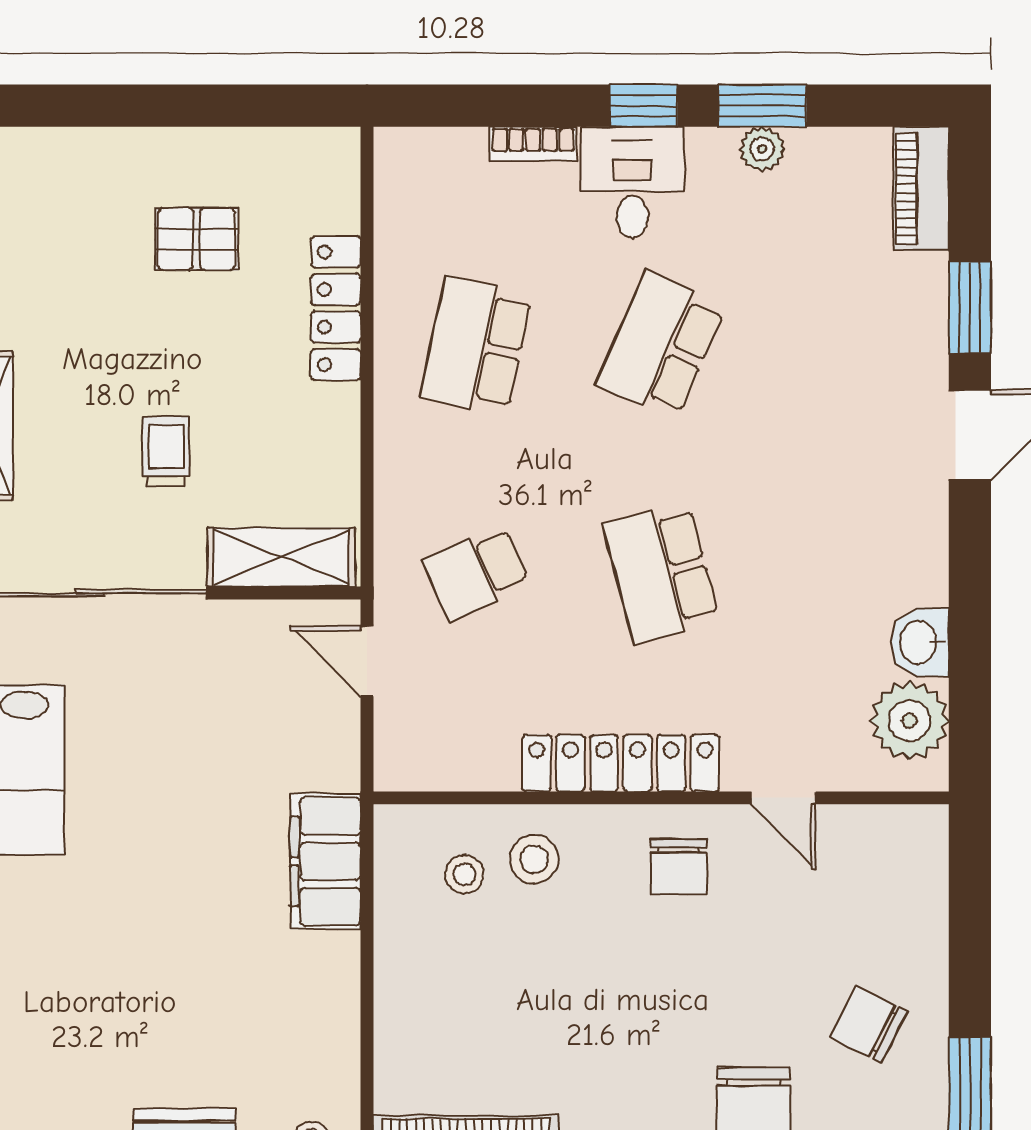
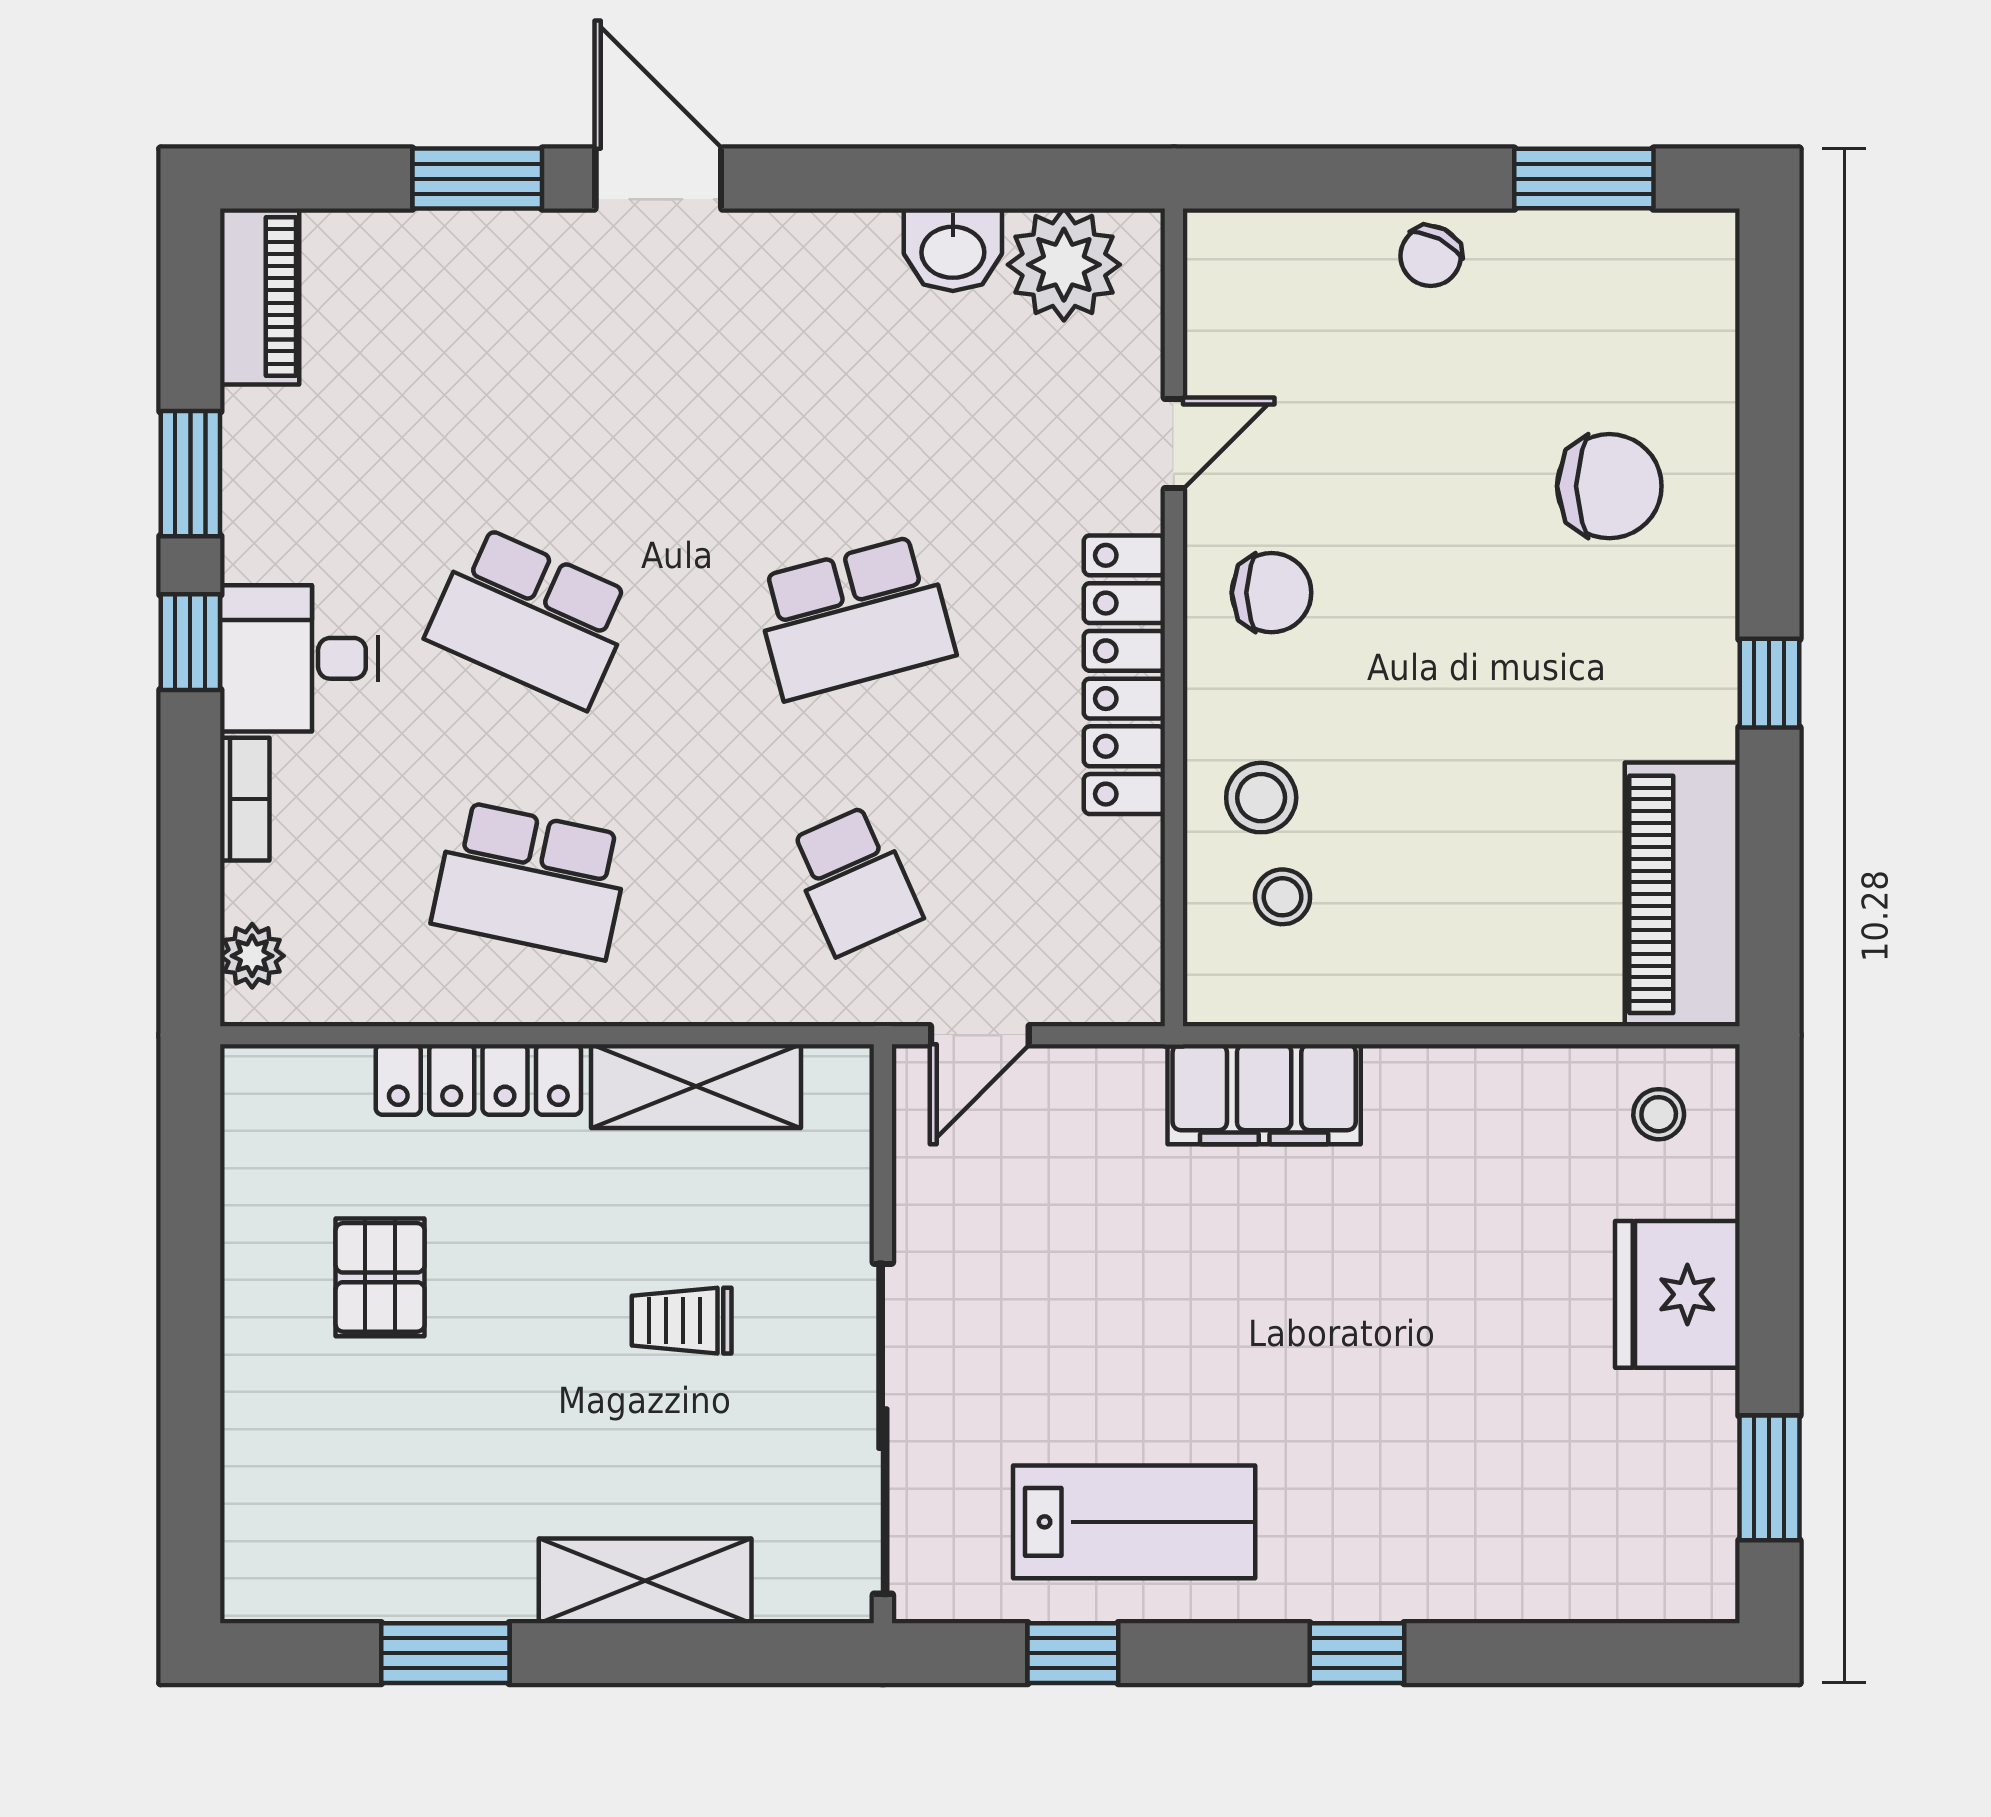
plant: (762, 149) -> (252, 956), moved
piano: (921, 189) -> (260, 297), moved, turned -90
shelving: (281, 557) -> (696, 1086), moved, turned 90
chair: (869, 1024) -> (1431, 256), moved, width x0.73, depth x0.73

